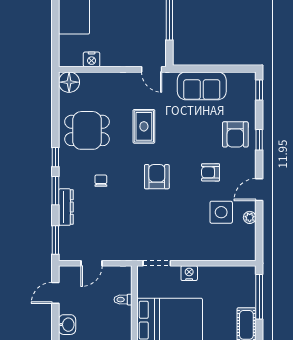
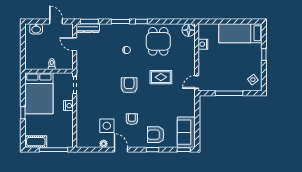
sofa: (202, 86) -> (186, 132), moved
armchair: (157, 177) -> (129, 85), turned -90
dresser: (66, 207) -> (88, 28), moved

